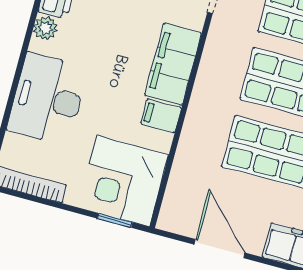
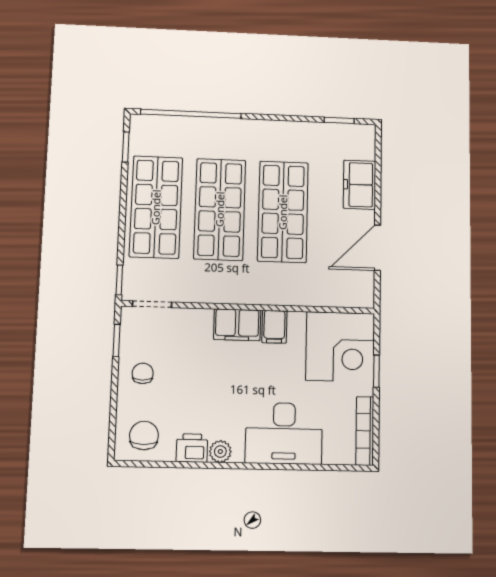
filing cabinet: (173, 64) -> (237, 325), width x0.67, depth x0.86
window: (115, 220) -> (376, 371), moved

